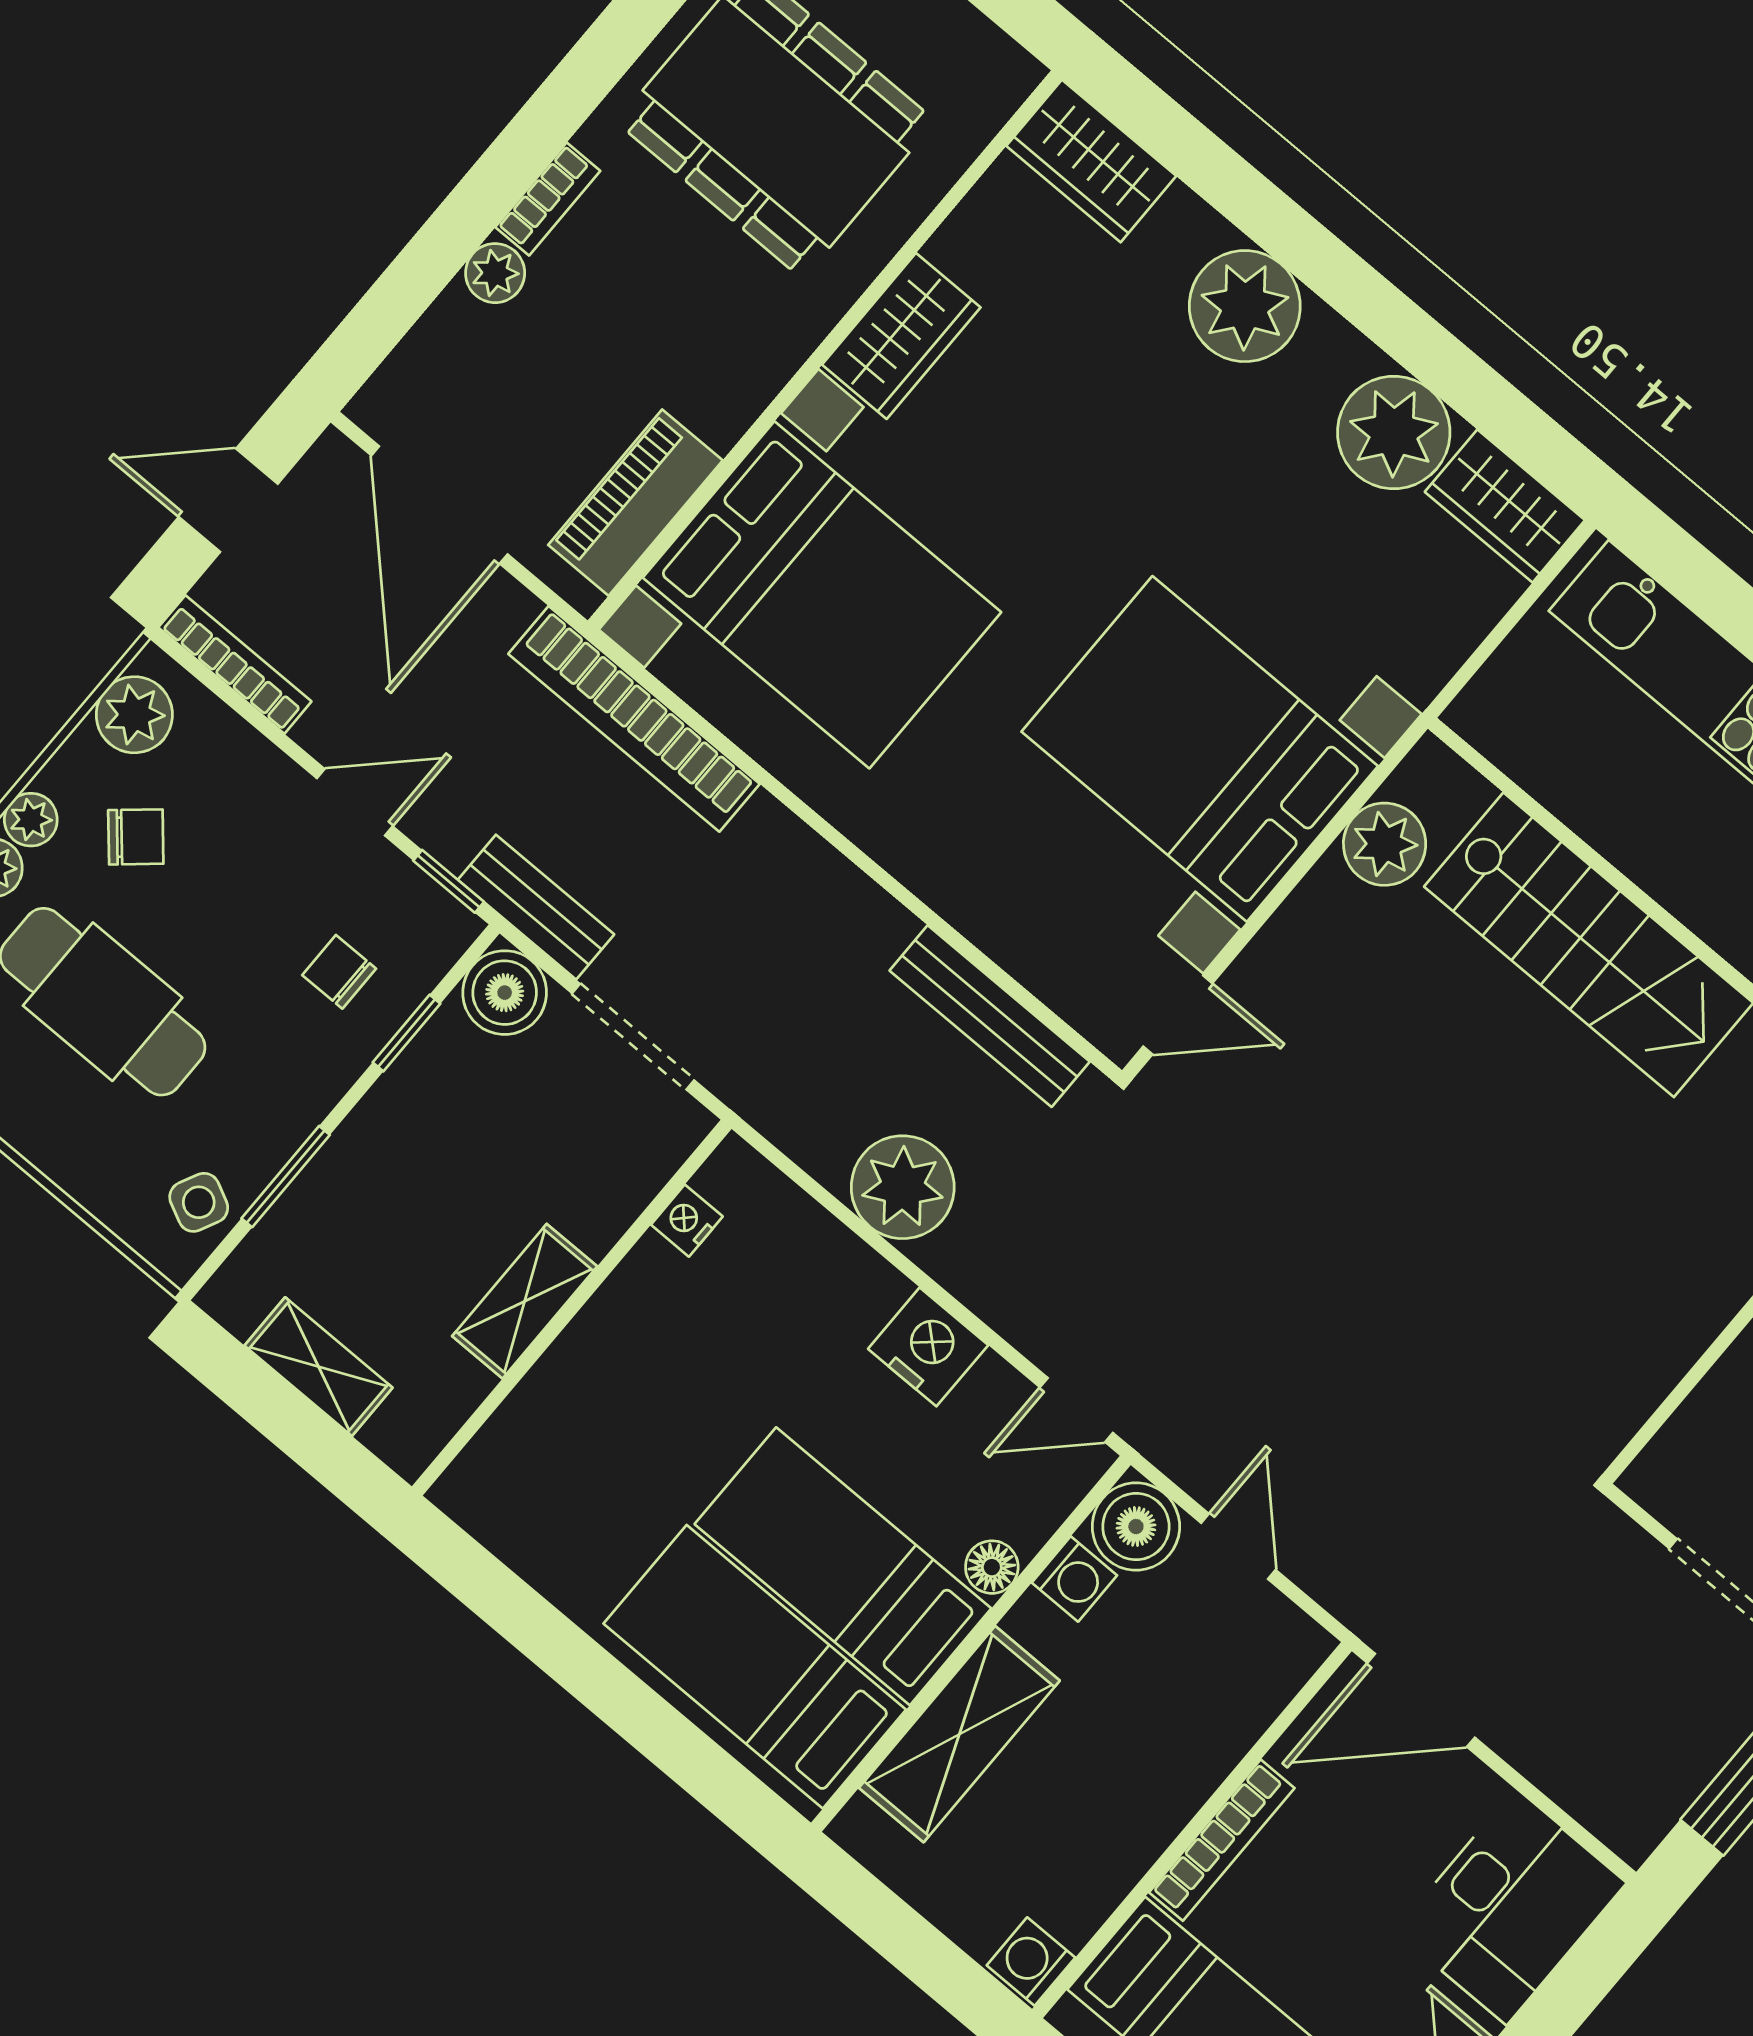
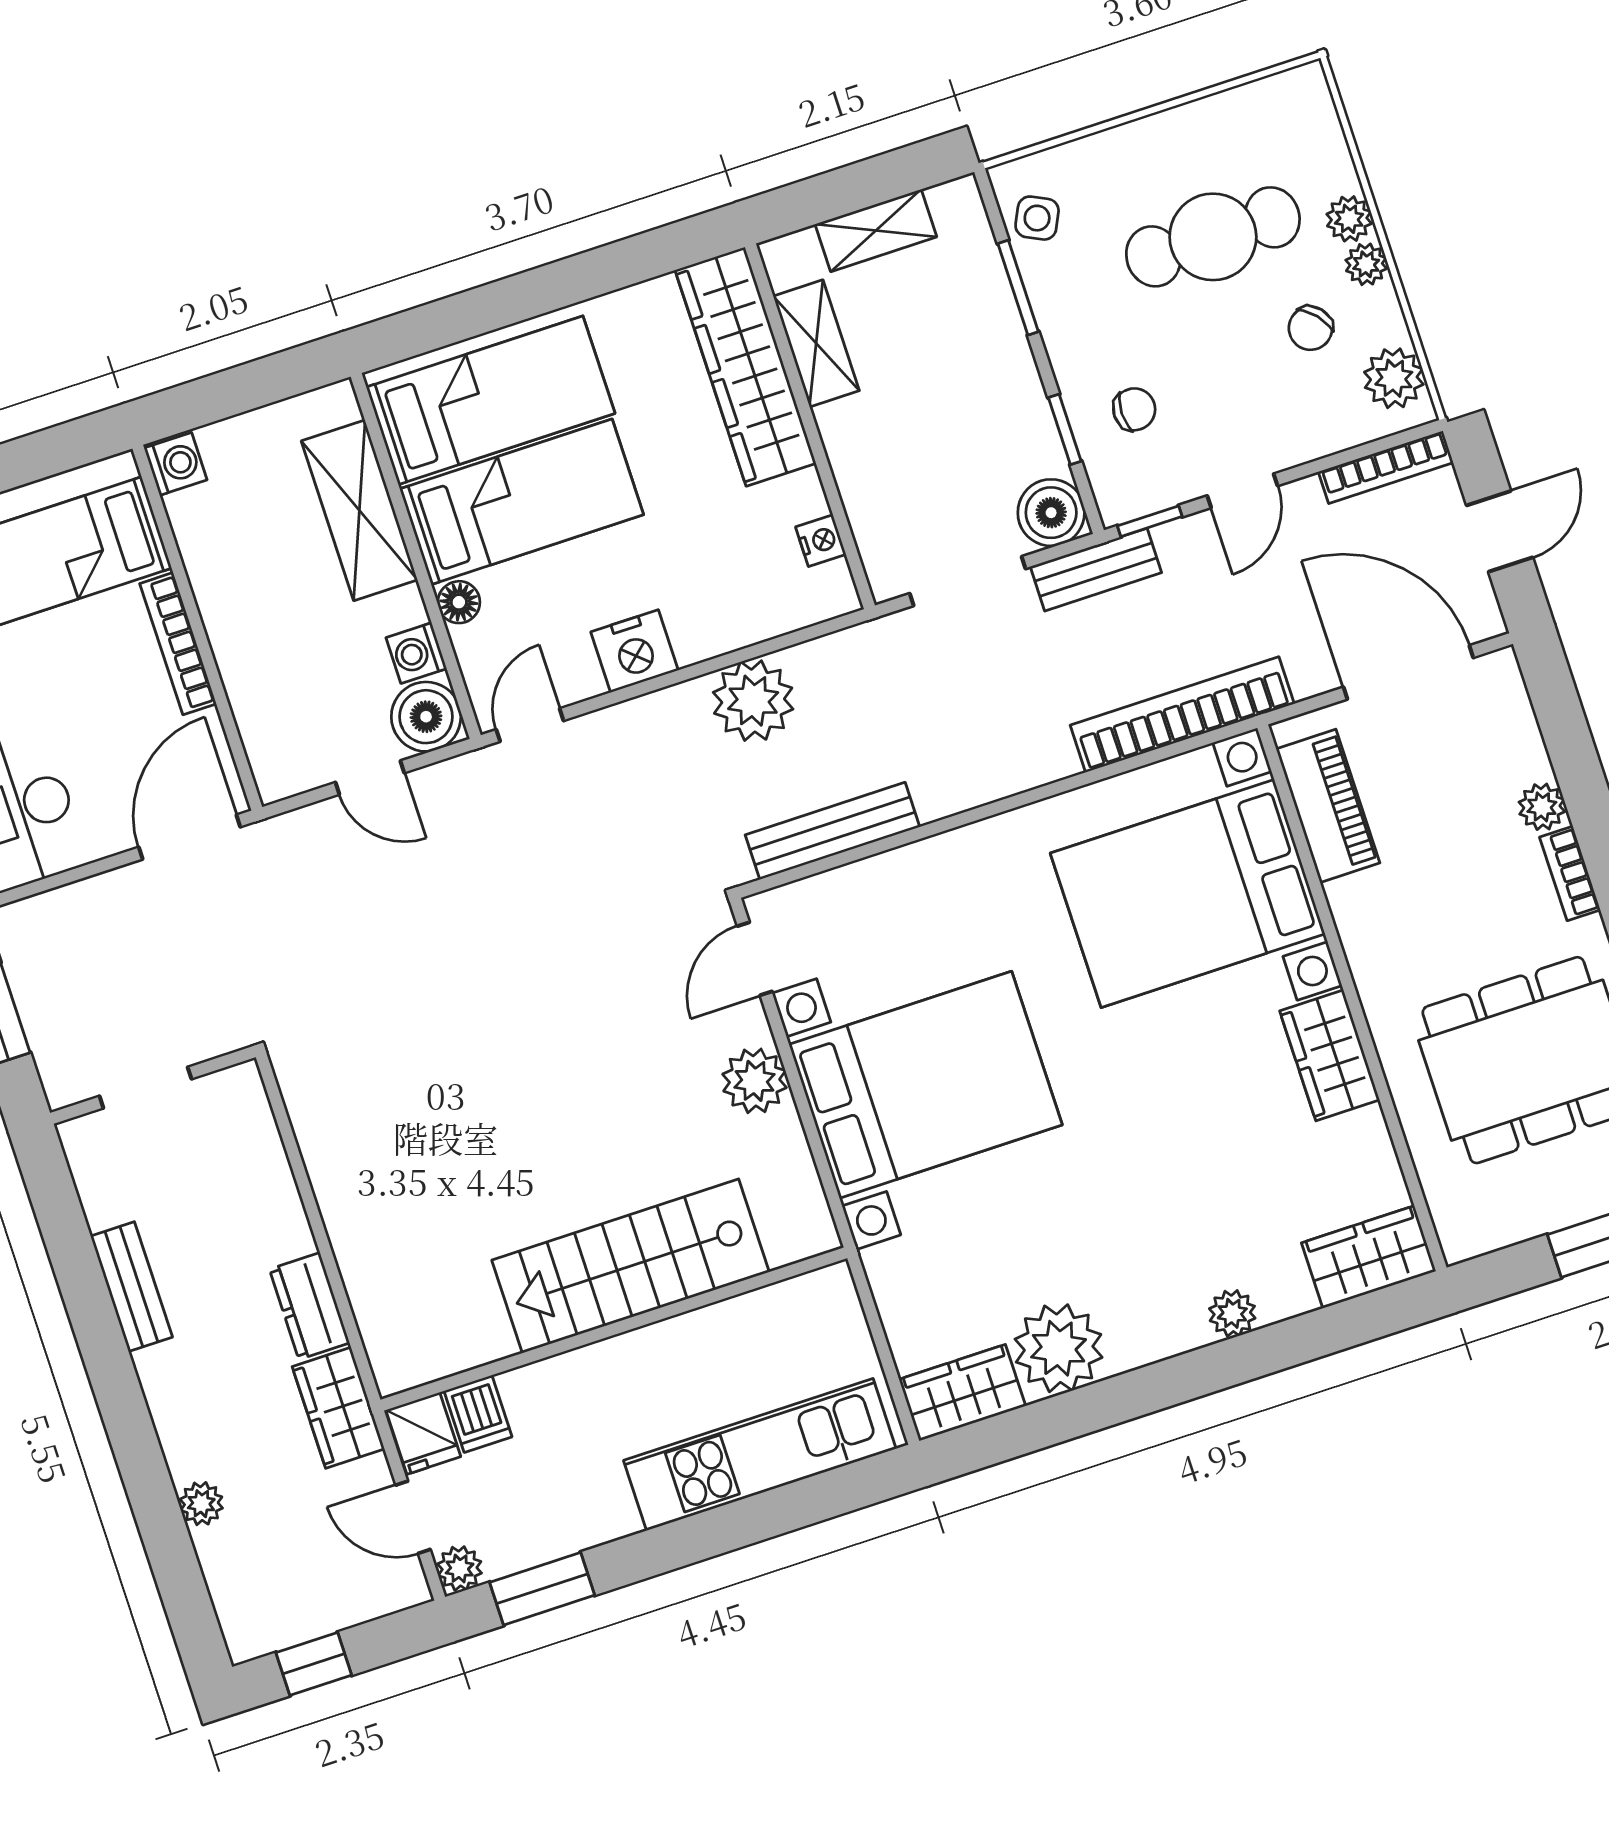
plant: (1245, 306) -> (1232, 1313), width x0.53, depth x0.53
plant: (1385, 844) -> (755, 1081), moved
shelving: (525, 1301) -> (816, 343), moved
wardrobe: (550, 1416) -> (746, 367), added

